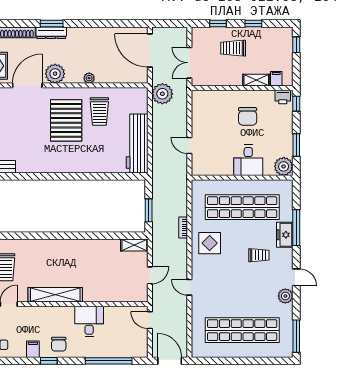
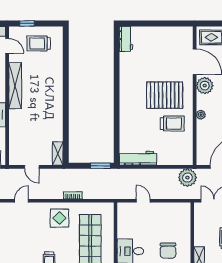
trolley: (99, 112) -> (172, 124), turned 180
chair: (248, 116) -> (168, 251), turned -90
workbench: (137, 144) -> (138, 158), width x0.73, depth x0.76
door: (189, 145) -> (143, 201), hinge flipped
window: (149, 210) -> (100, 166), moved

